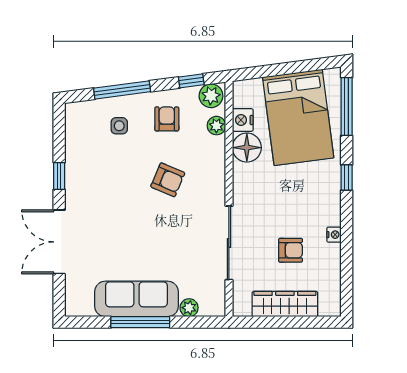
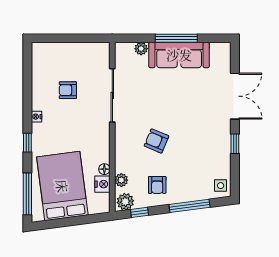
side table: (119, 126) -> (221, 186), moved
floor lamp: (247, 148) -> (104, 169), width x0.53, depth x0.53
nightstand: (334, 235) -> (36, 117), moved
wardrobe: (285, 304) -> (72, 51), removed

